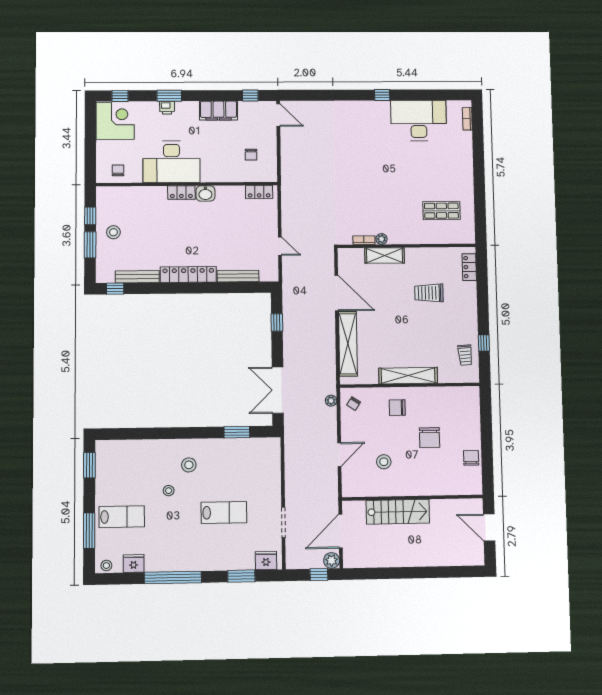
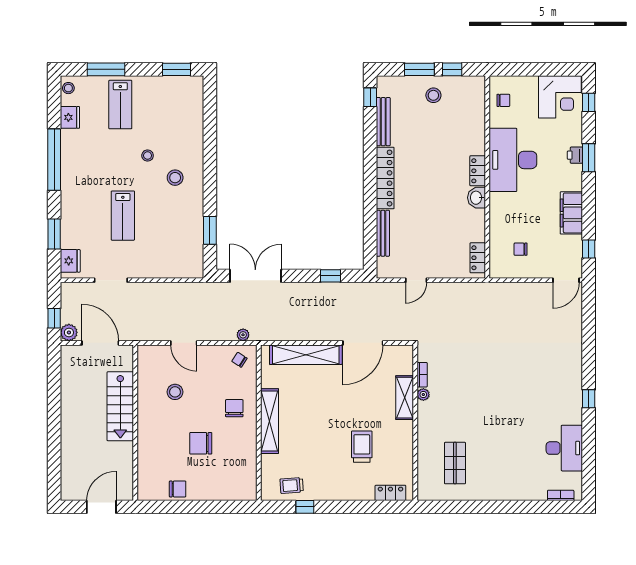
desk: (419, 121) -> (564, 448), width x0.73, depth x0.77

